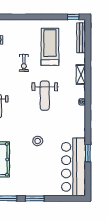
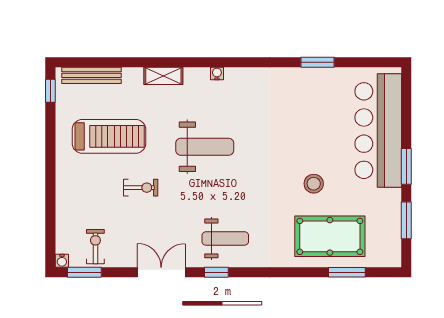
treadmill: (50, 47) -> (109, 136), turned 180
stool: (38, 141) -> (314, 184), moved
bar counter: (73, 167) -> (378, 131), moved, turned 90

